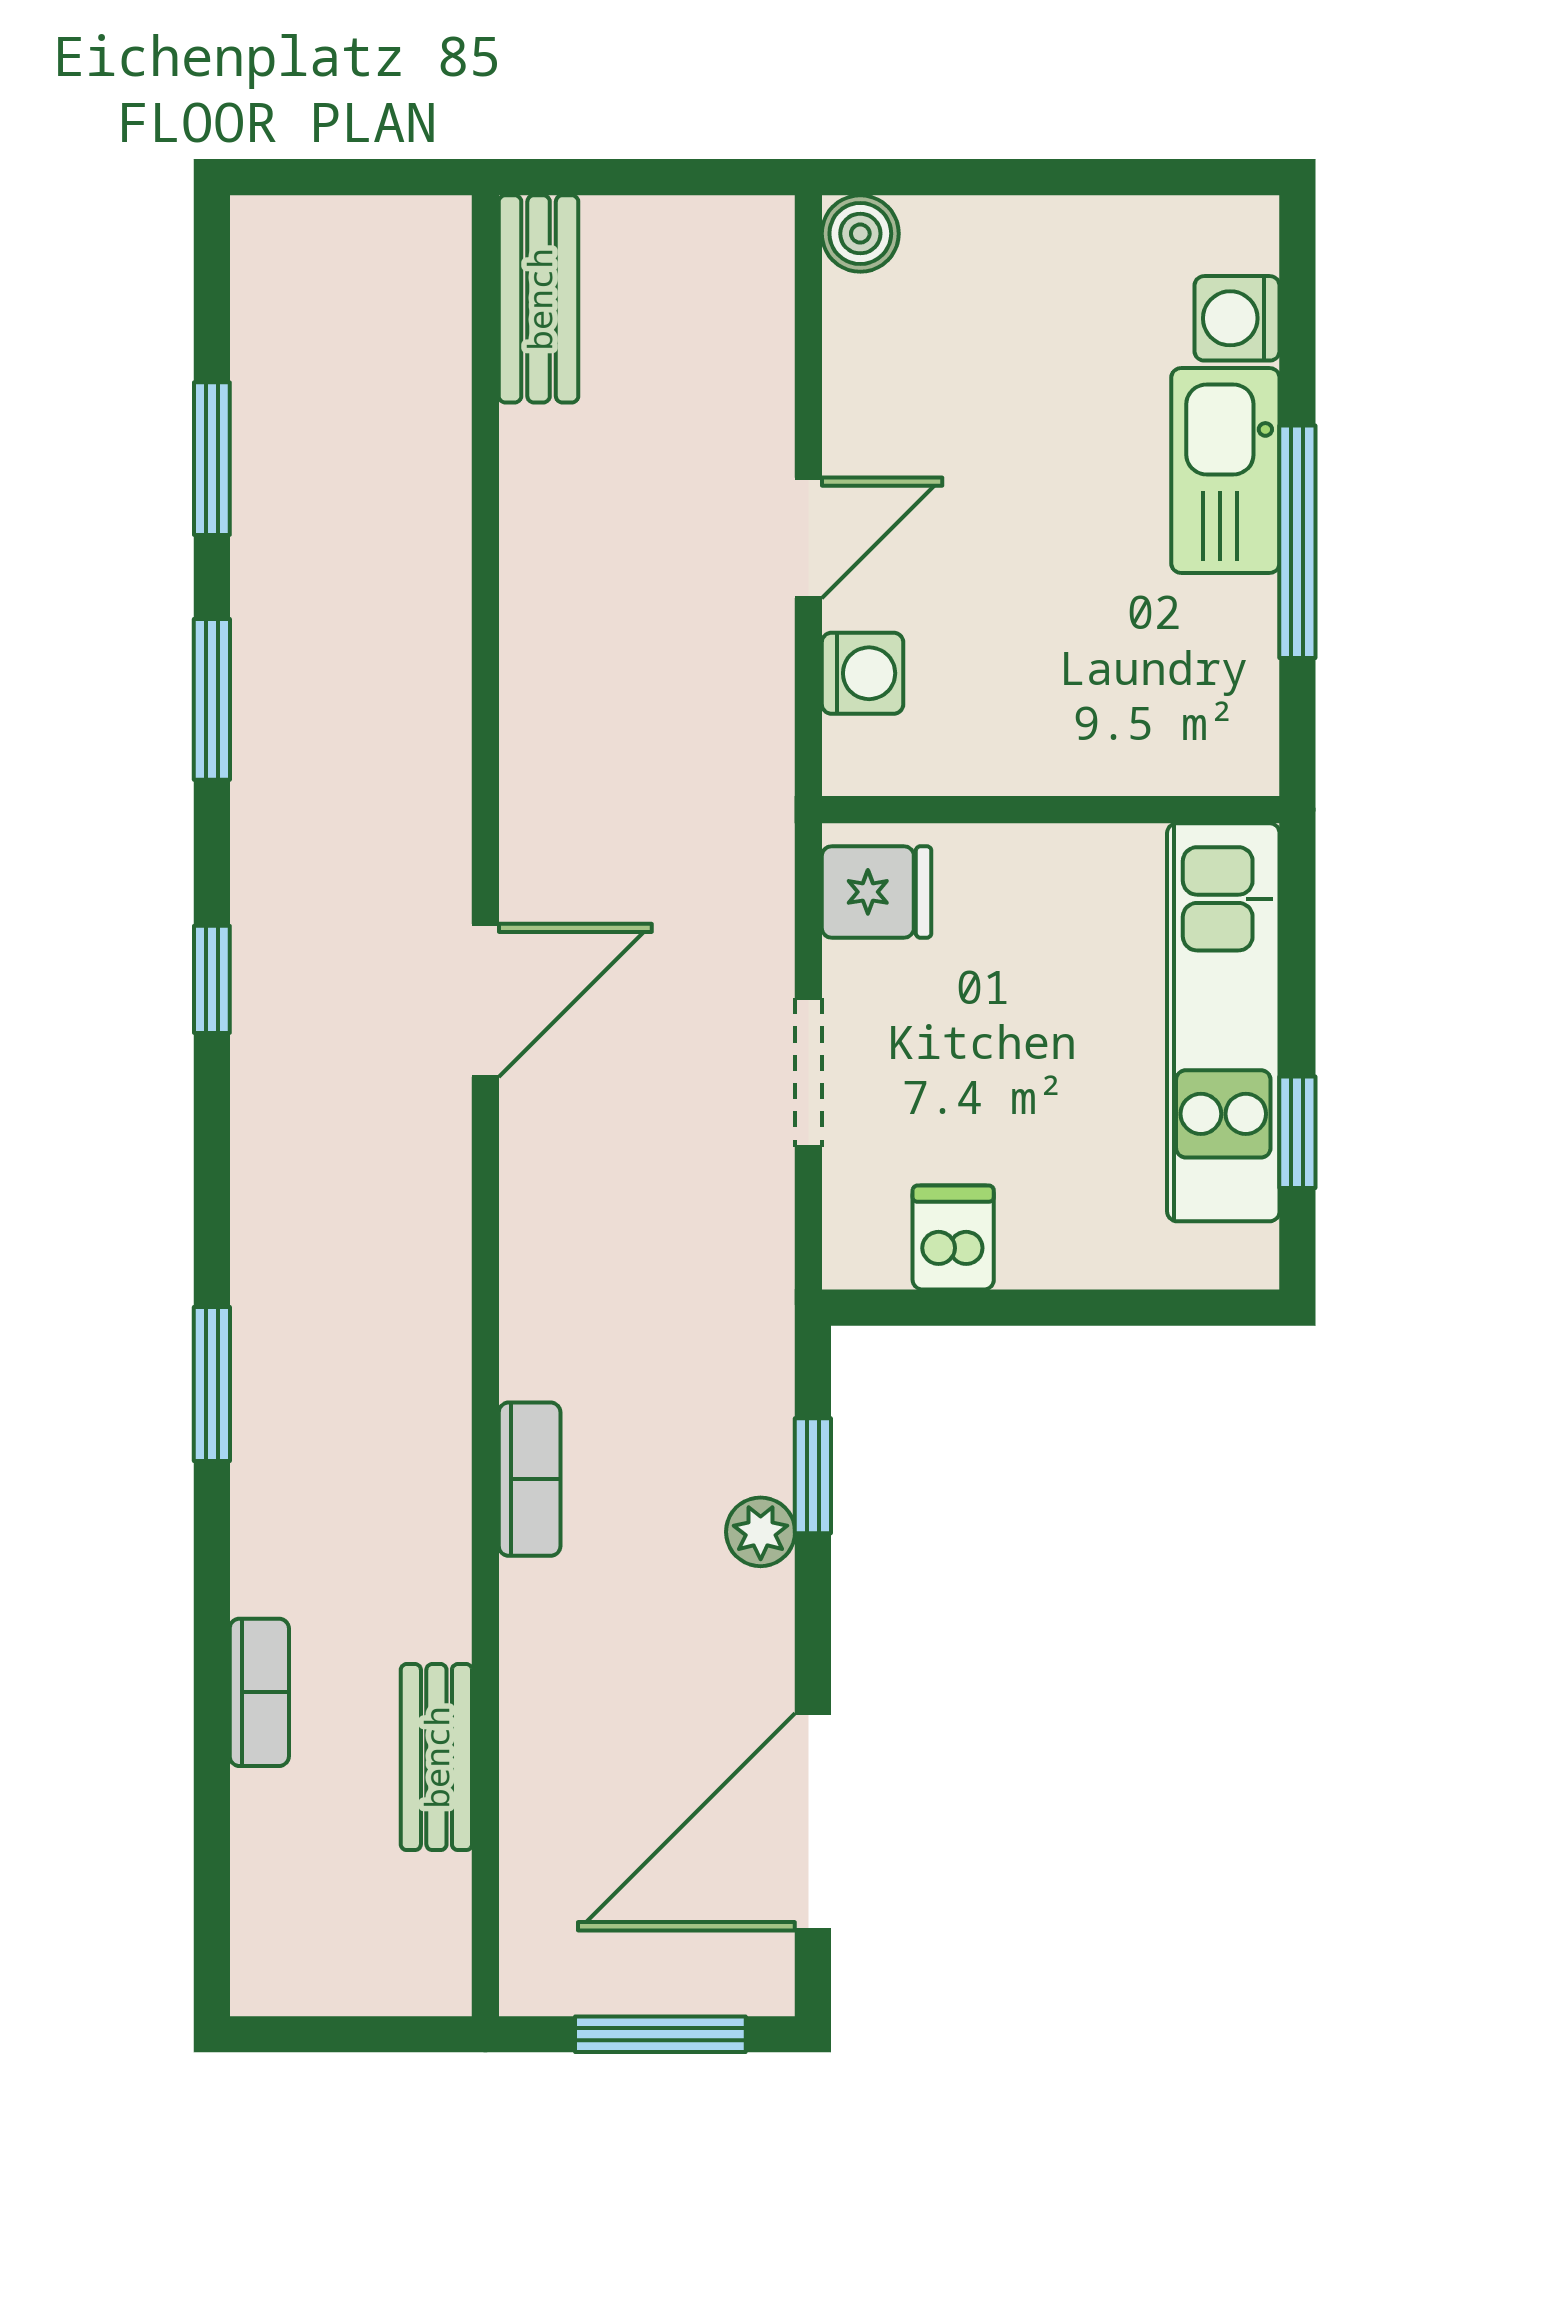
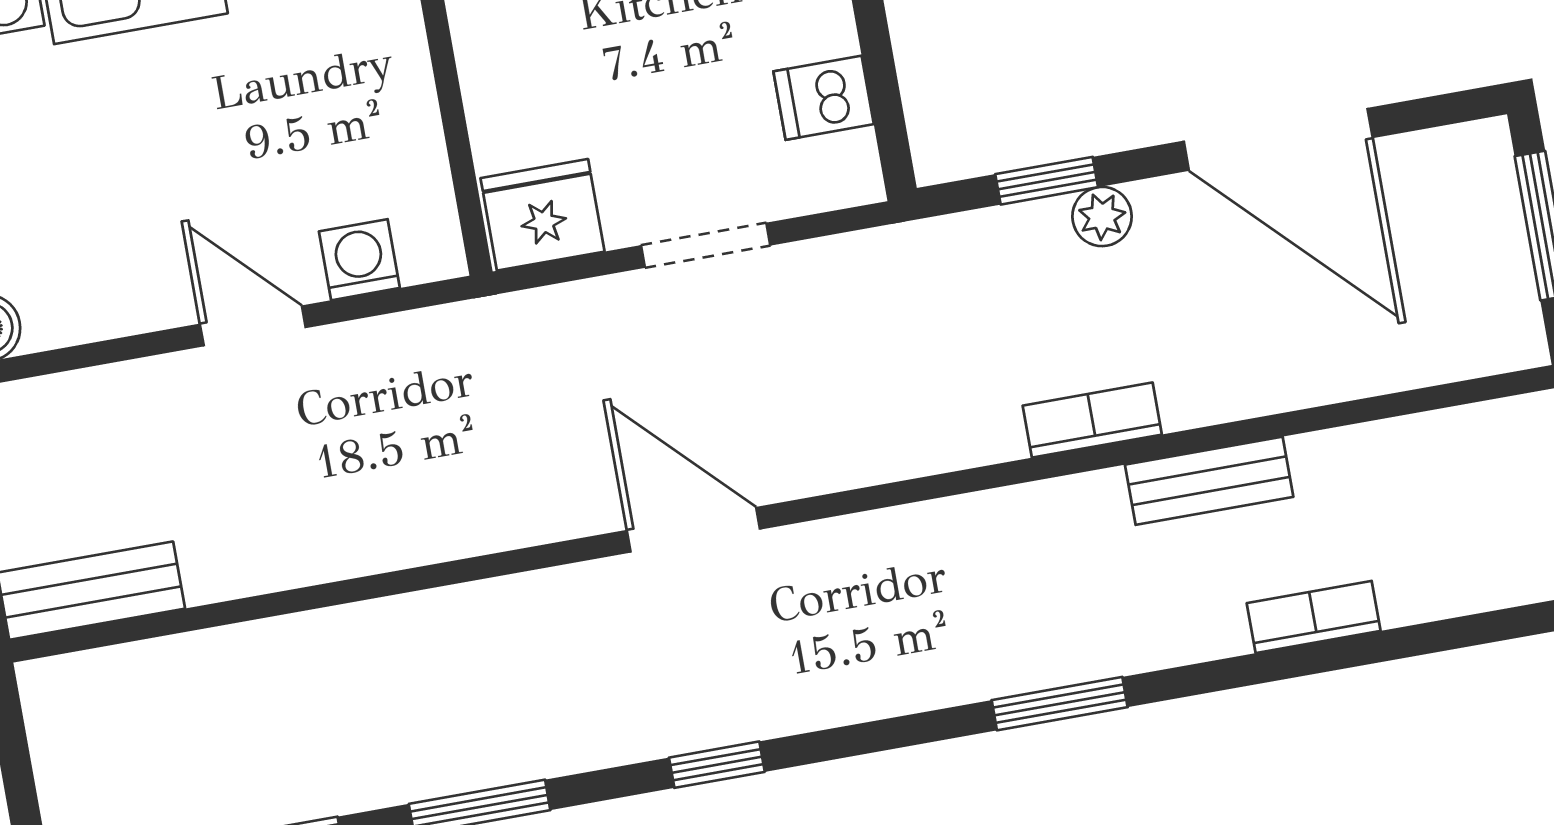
fridge: (877, 892) -> (543, 215), width x1.38
bench: (436, 1757) -> (1209, 481), moved
door: (813, 1822) -> (1278, 139), moved

